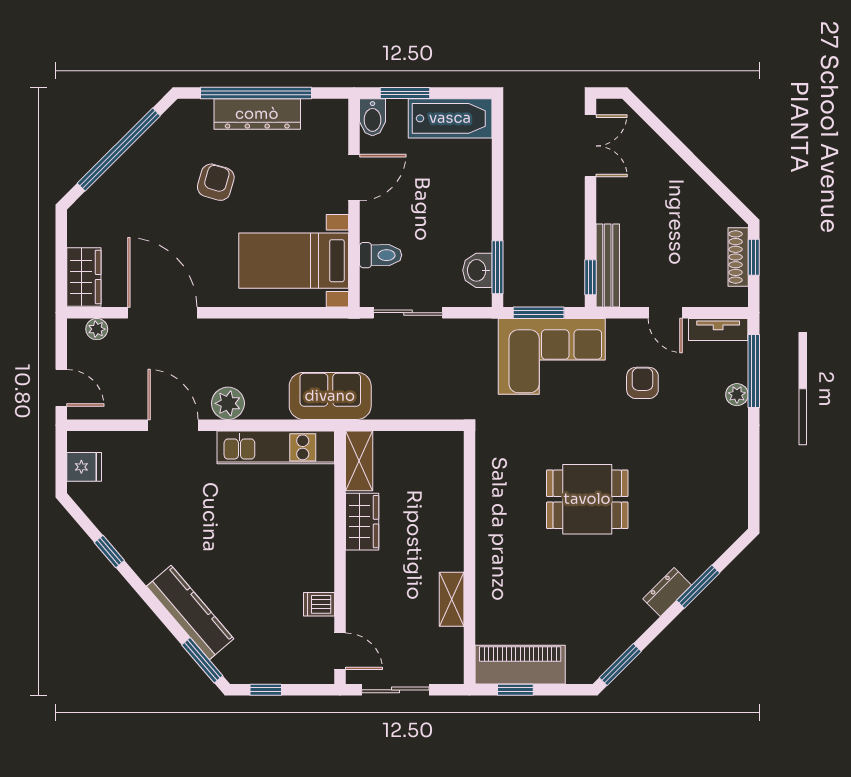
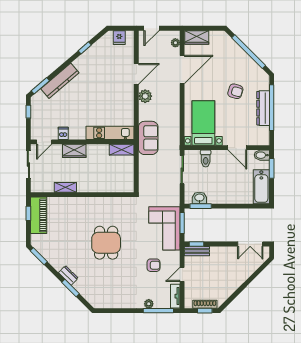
bench: (608, 265) -> (197, 251), width x0.73
kitchen unit: (276, 447) -> (110, 133), moved, turned 90
wardrobe: (362, 522) -> (74, 151), moved

